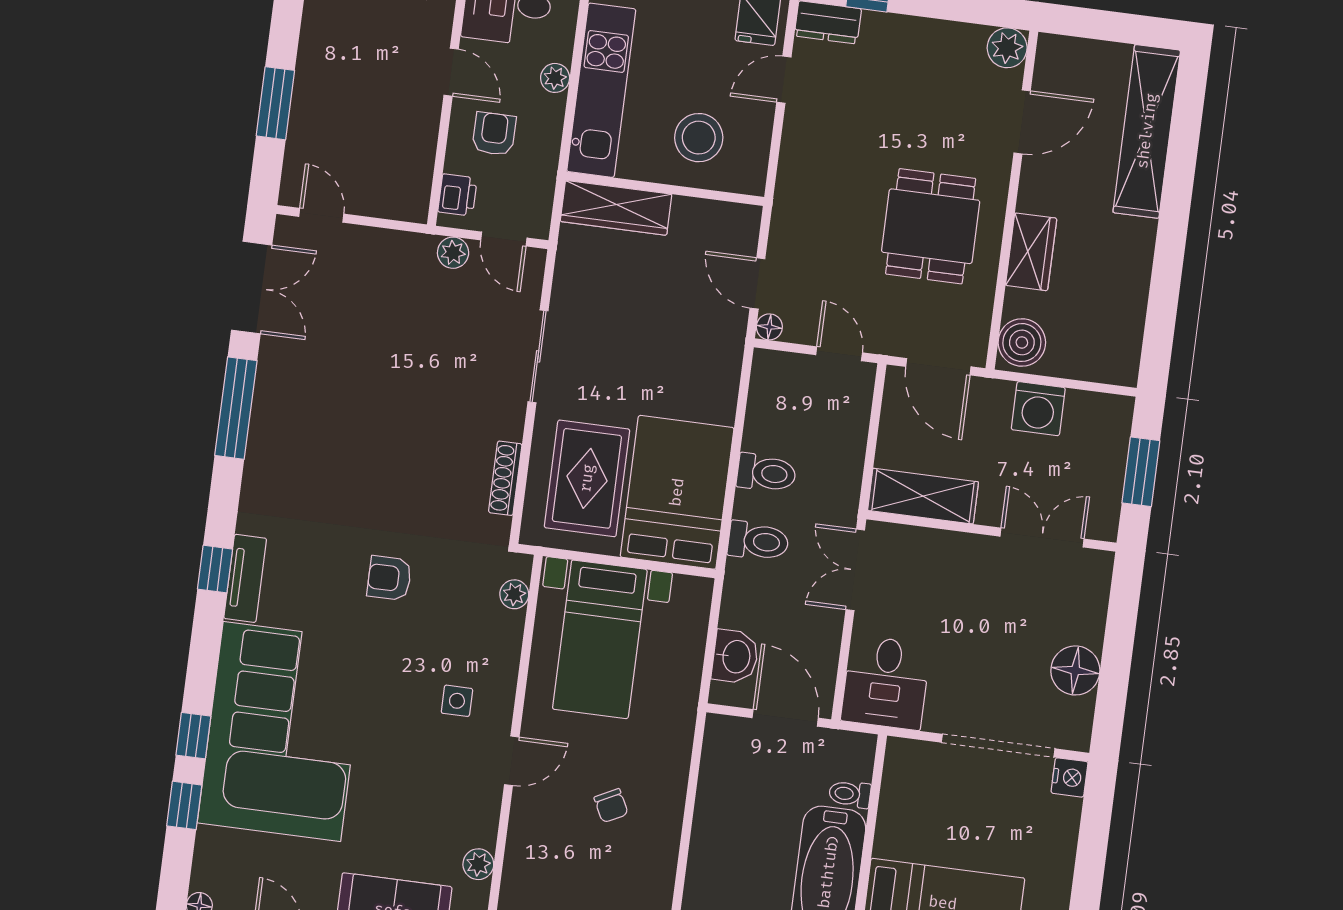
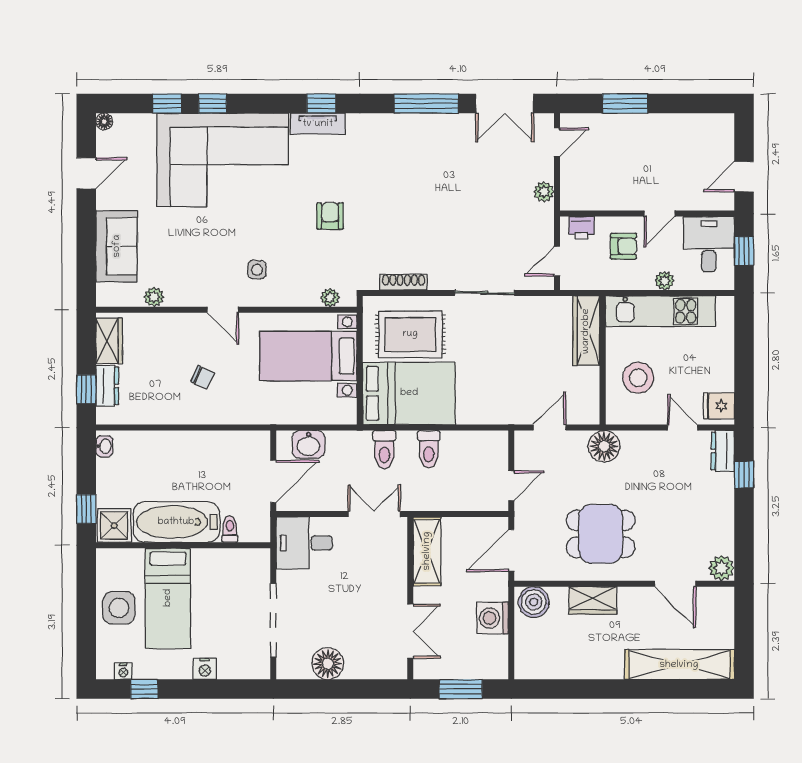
plant: (453, 253) -> (544, 192), moved
floor lamp: (769, 327) -> (604, 446), moved, width x1.89, depth x1.89
nightstand: (1070, 777) -> (205, 669), moved
chair: (611, 806) -> (203, 377), turned -129

